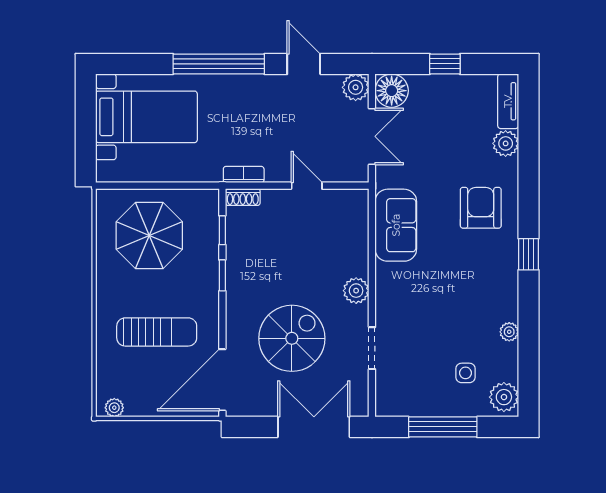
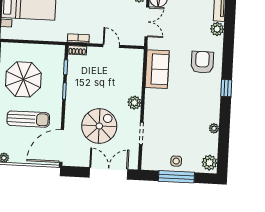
parasol: (149, 236) -> (23, 79), moved
side table: (466, 373) -> (176, 161), moved

